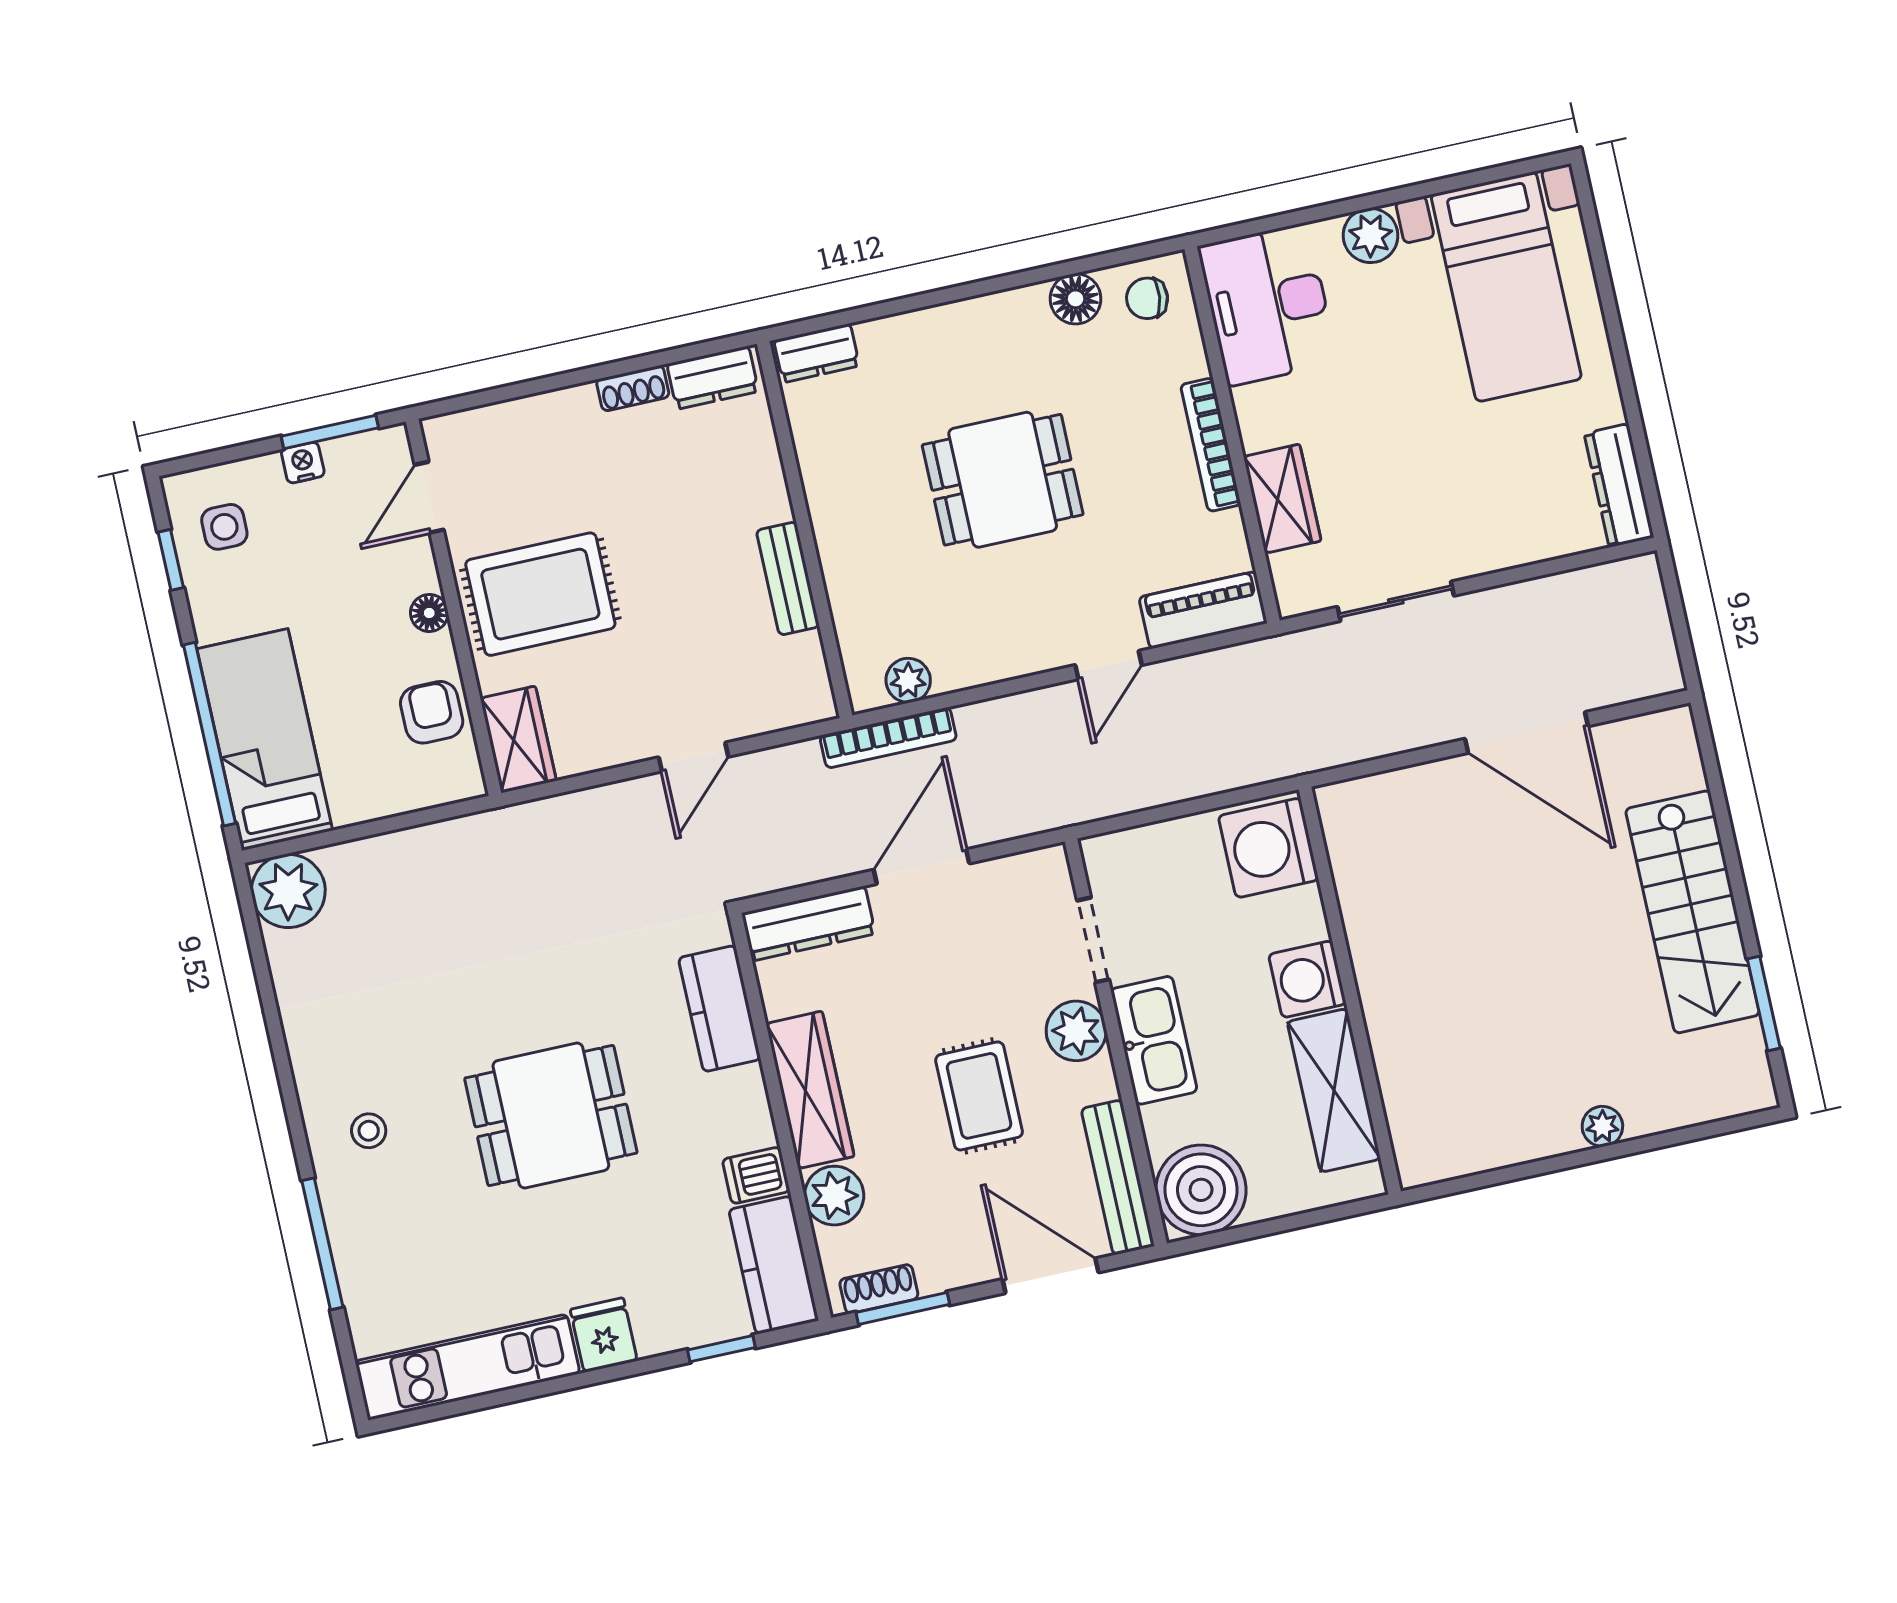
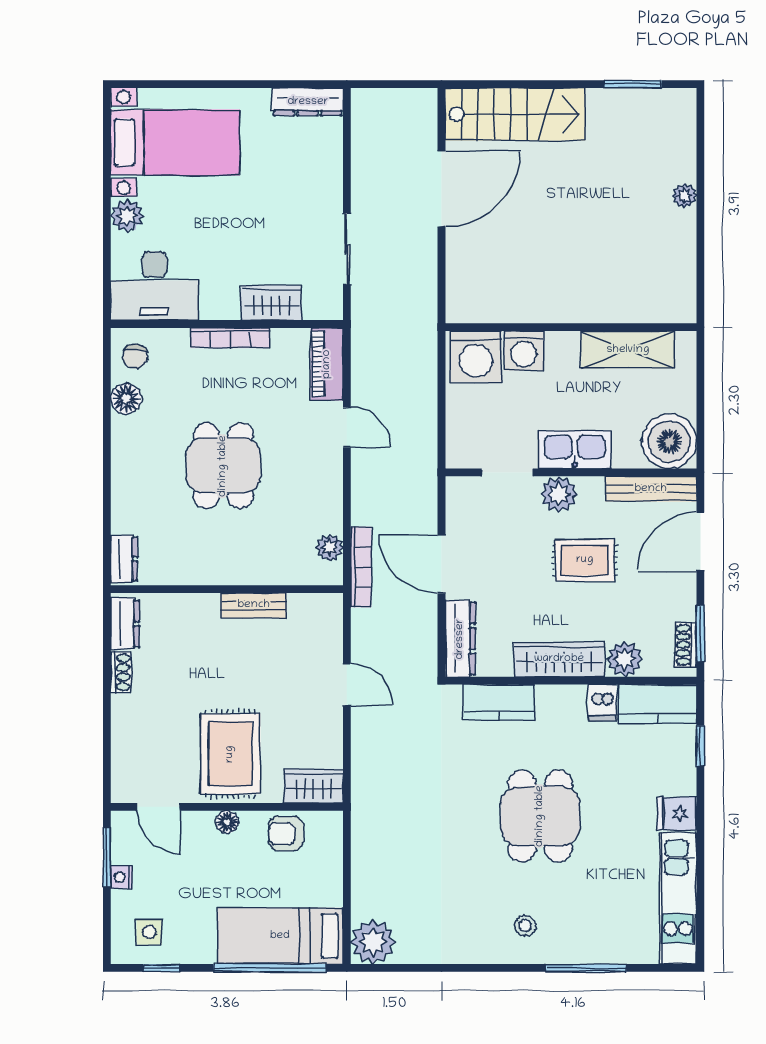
stairs: (1692, 912) -> (515, 114), moved
washing machine: (1307, 979) -> (524, 351), moved

